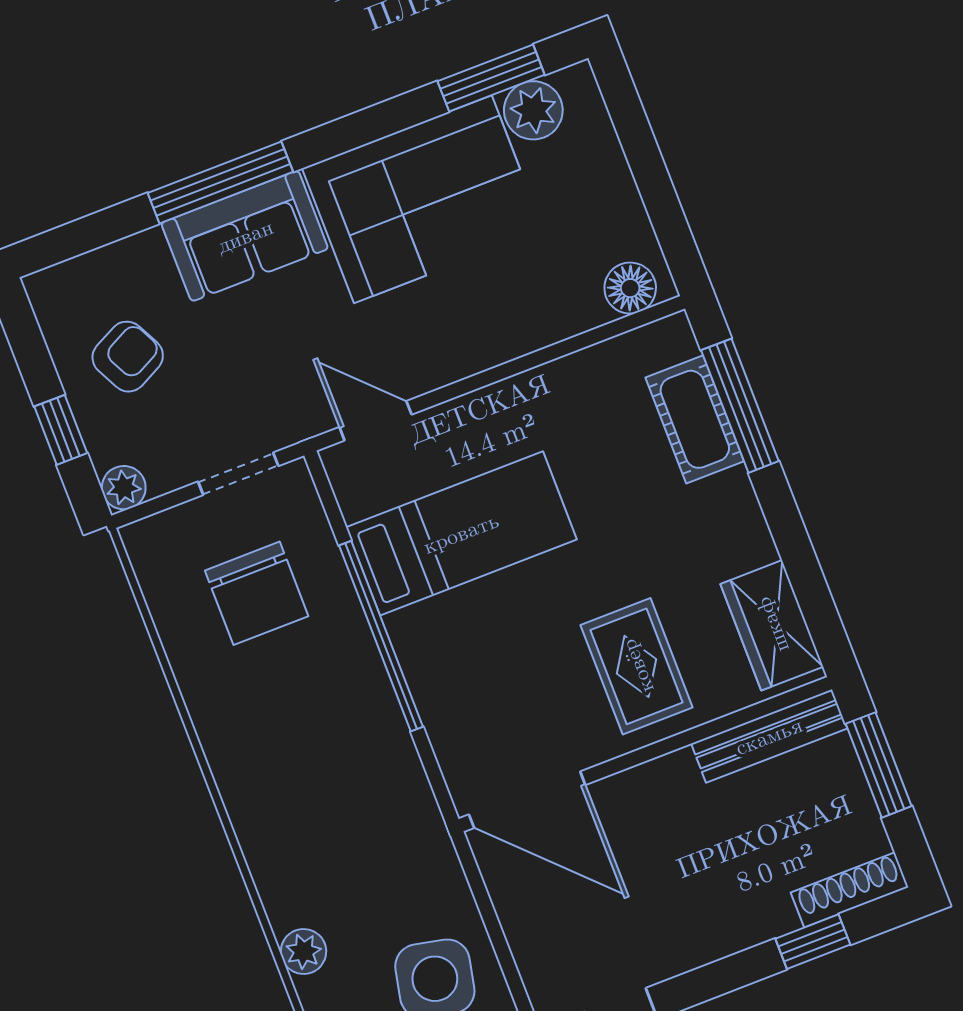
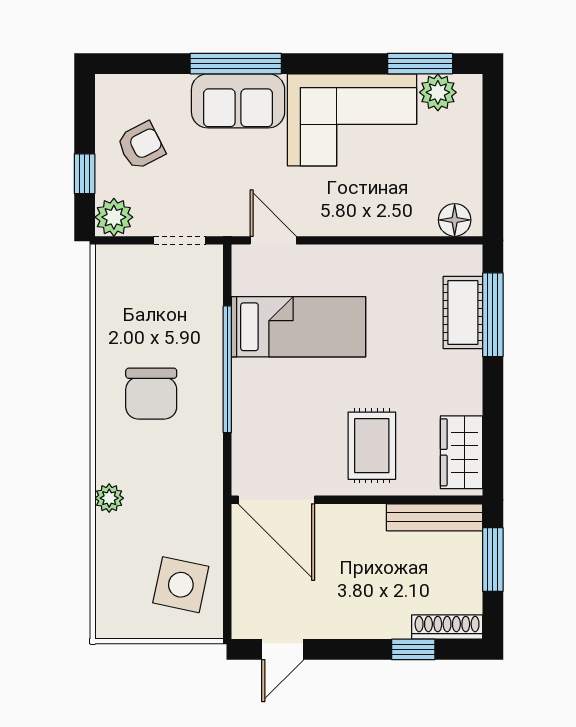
plant: (124, 488) -> (114, 217), width x1.38, depth x1.38
chair: (257, 593) -> (151, 394), moved
plant: (304, 951) -> (109, 498), moved

